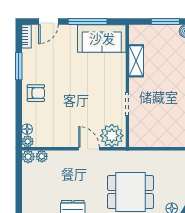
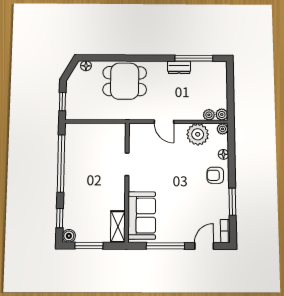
sofa: (102, 38) -> (142, 215), moved, turned 90
shelving: (136, 61) -> (118, 227), moved
floor lamp: (27, 129) -> (223, 154), moved
plant: (112, 136) -> (198, 134), moved

